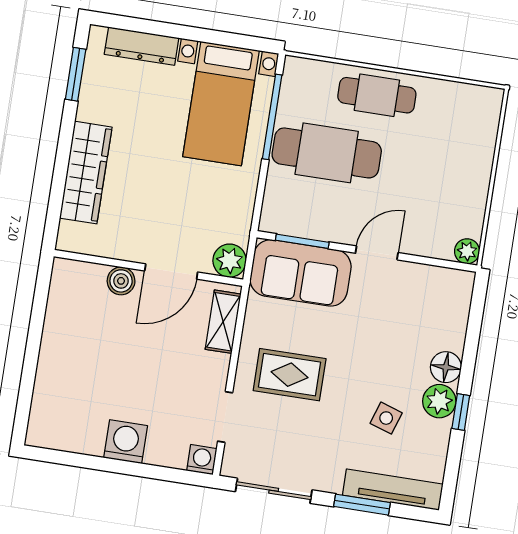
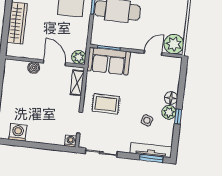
plant: (467, 251) -> (174, 44), width x1.88, depth x1.88
door: (377, 253) -> (153, 53), moved
door: (171, 271) -> (55, 63), swing flipped
washing machine: (126, 442) -> (18, 132), moved
window: (362, 505) -> (151, 158), moved

